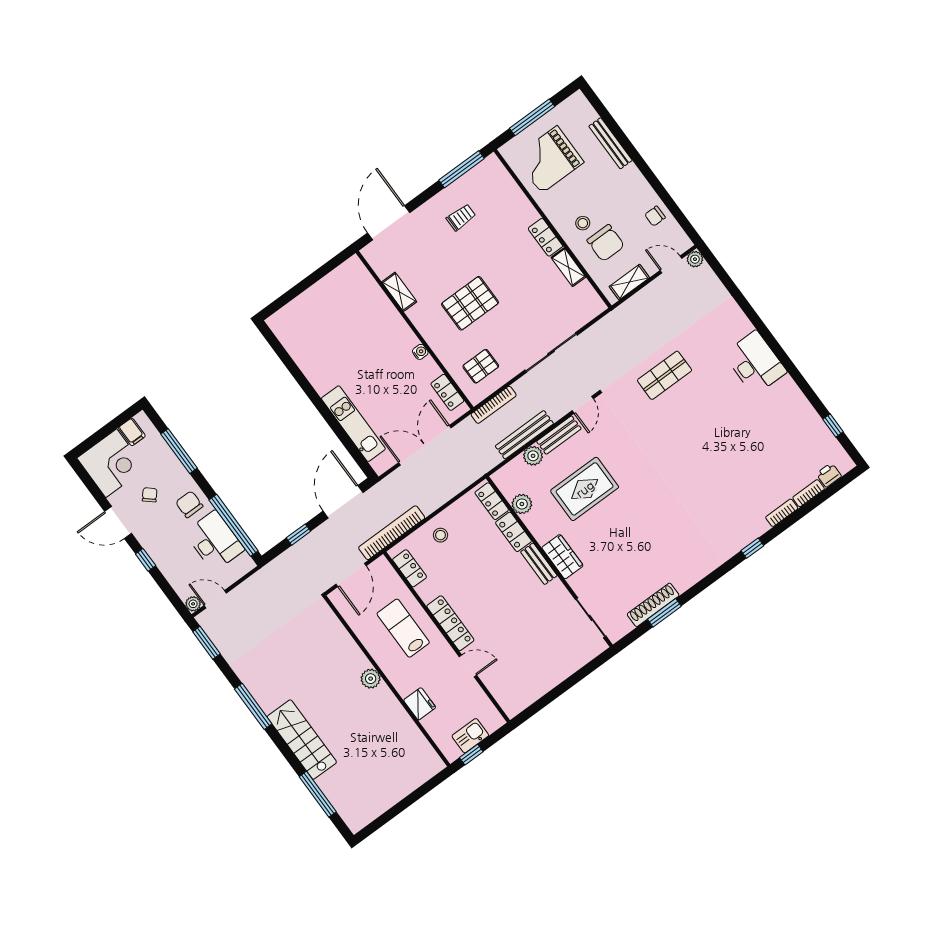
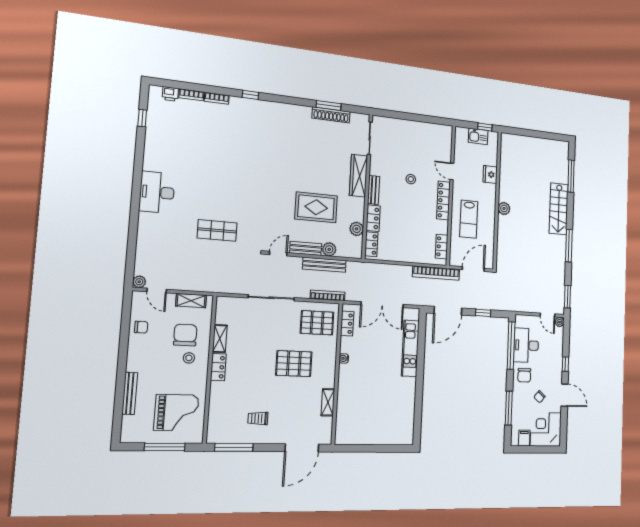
pallet: (481, 366) -> (317, 323), width x1.50, depth x1.42
stool: (441, 535) -> (411, 179), moved
wardrobe: (562, 557) -> (358, 176), width x1.50

